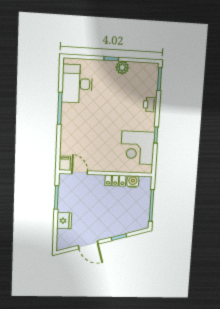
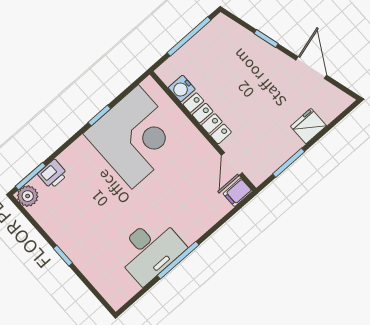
plant: (122, 67) -> (28, 196), moved
desk: (77, 84) -> (150, 250), moved
printer: (150, 105) -> (53, 174), moved
corner desk: (137, 148) -> (135, 137), width x1.36, depth x1.36
locker: (115, 181) -> (207, 118), width x1.53

